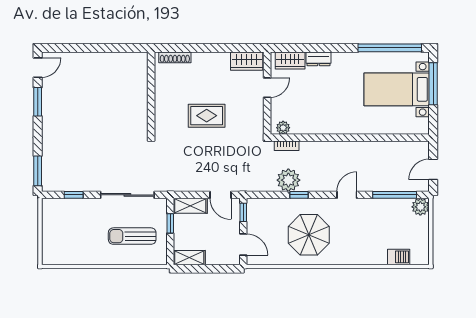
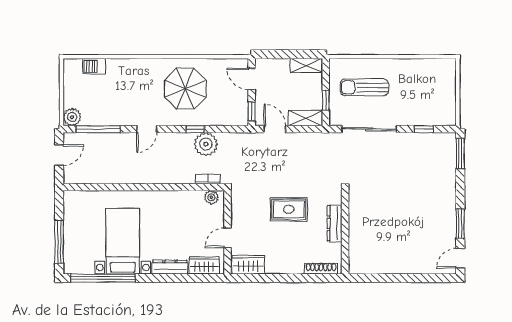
dresser: (319, 59) -> (170, 267), width x1.44
bed with nightstands: (397, 89) -> (123, 241), moved, turned -90
dresser: (162, 102) -> (335, 223), added
sun lounger: (132, 236) -> (364, 87), turned 180

